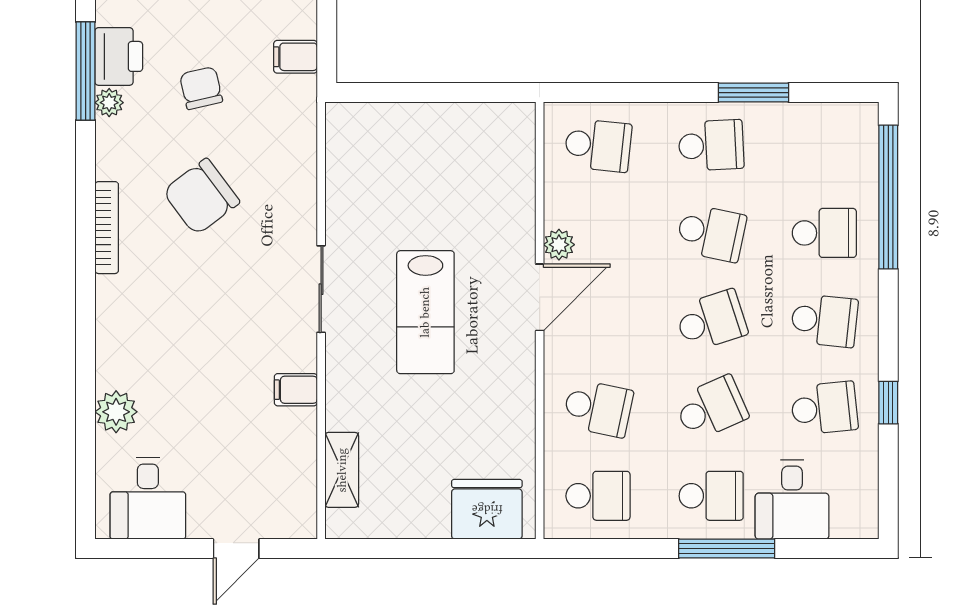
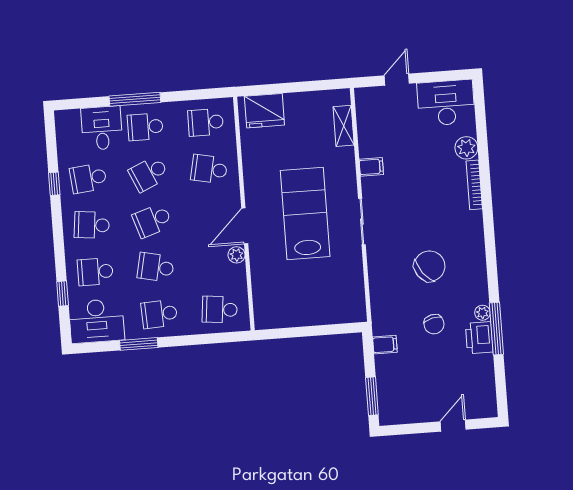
desk: (829, 141) -> (97, 321), added
window: (888, 197) -> (63, 294), width x0.32
bookcase: (107, 228) -> (474, 185), moved
lab bench: (425, 312) -> (305, 213), width x1.36, depth x1.39
desk: (148, 498) -> (446, 103), width x1.37

